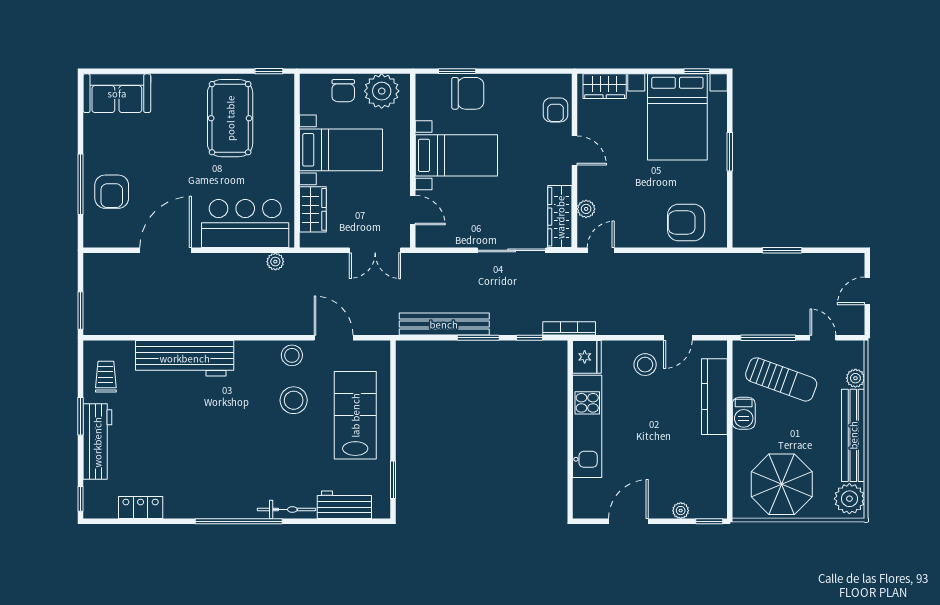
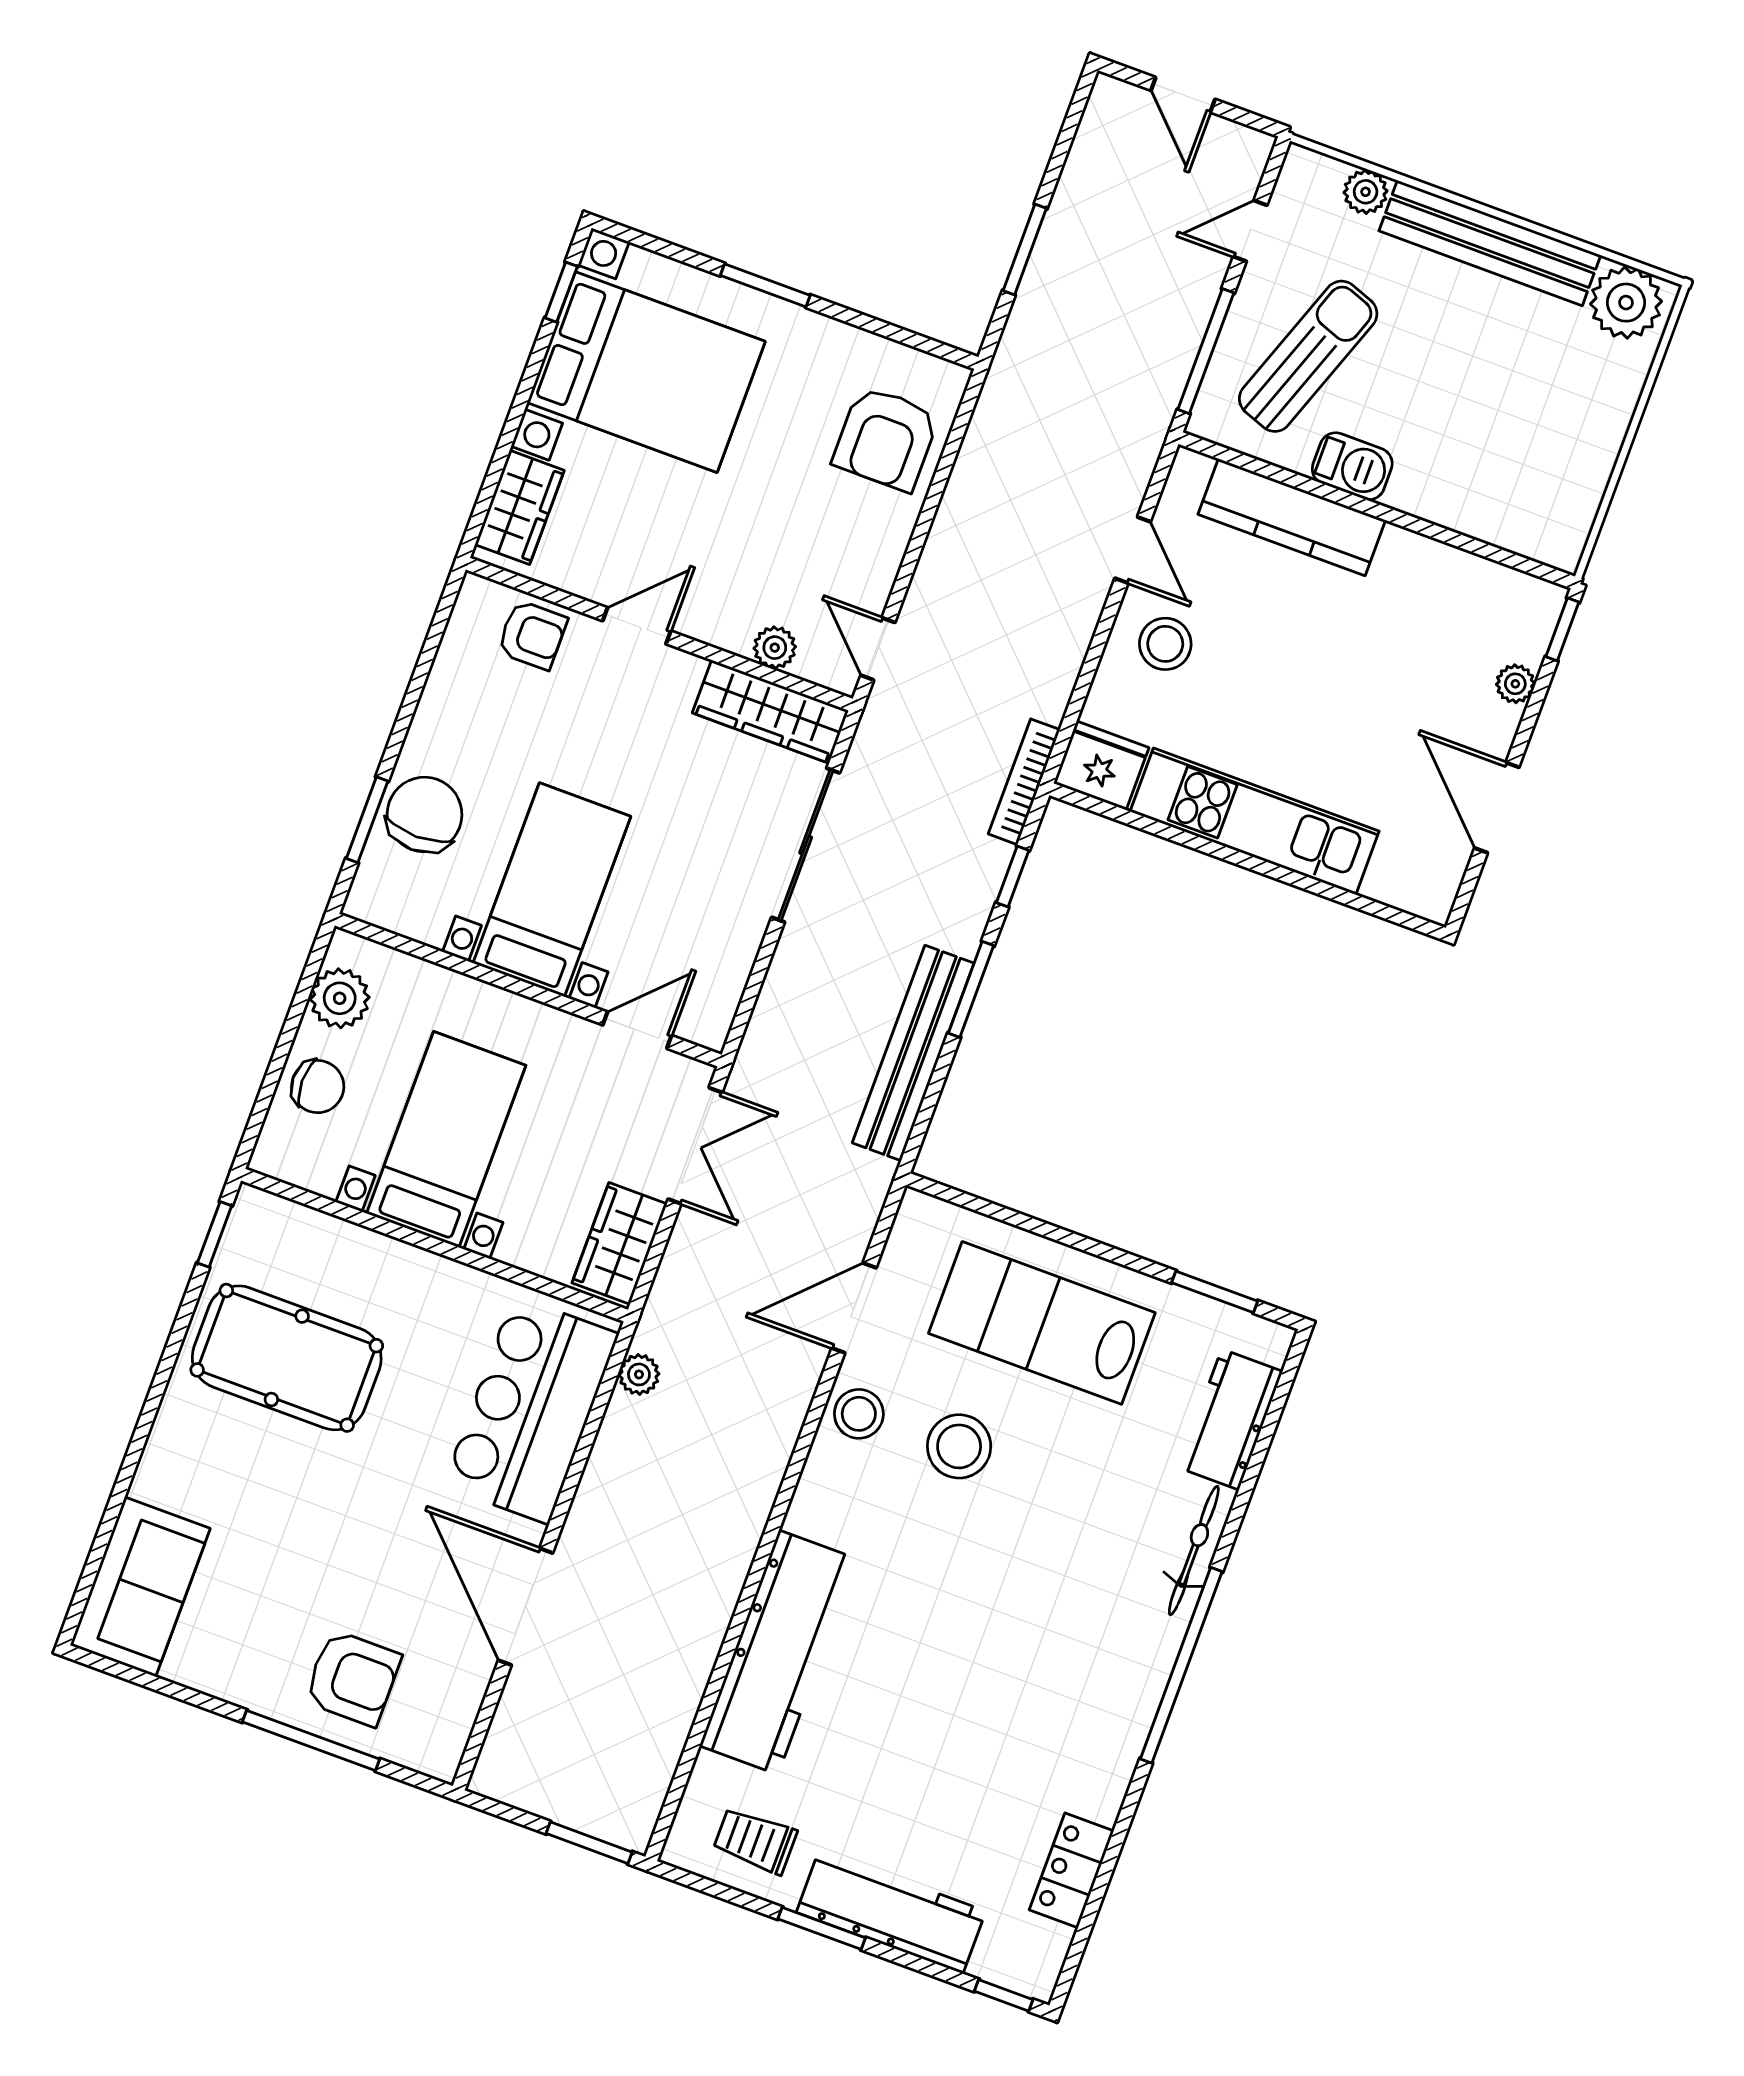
plant: (382, 91) -> (340, 998), width x0.73, depth x0.73
wardrobe: (313, 209) -> (619, 1243), moved, turned -90
parasol: (782, 484) -> (1539, 440), removed

